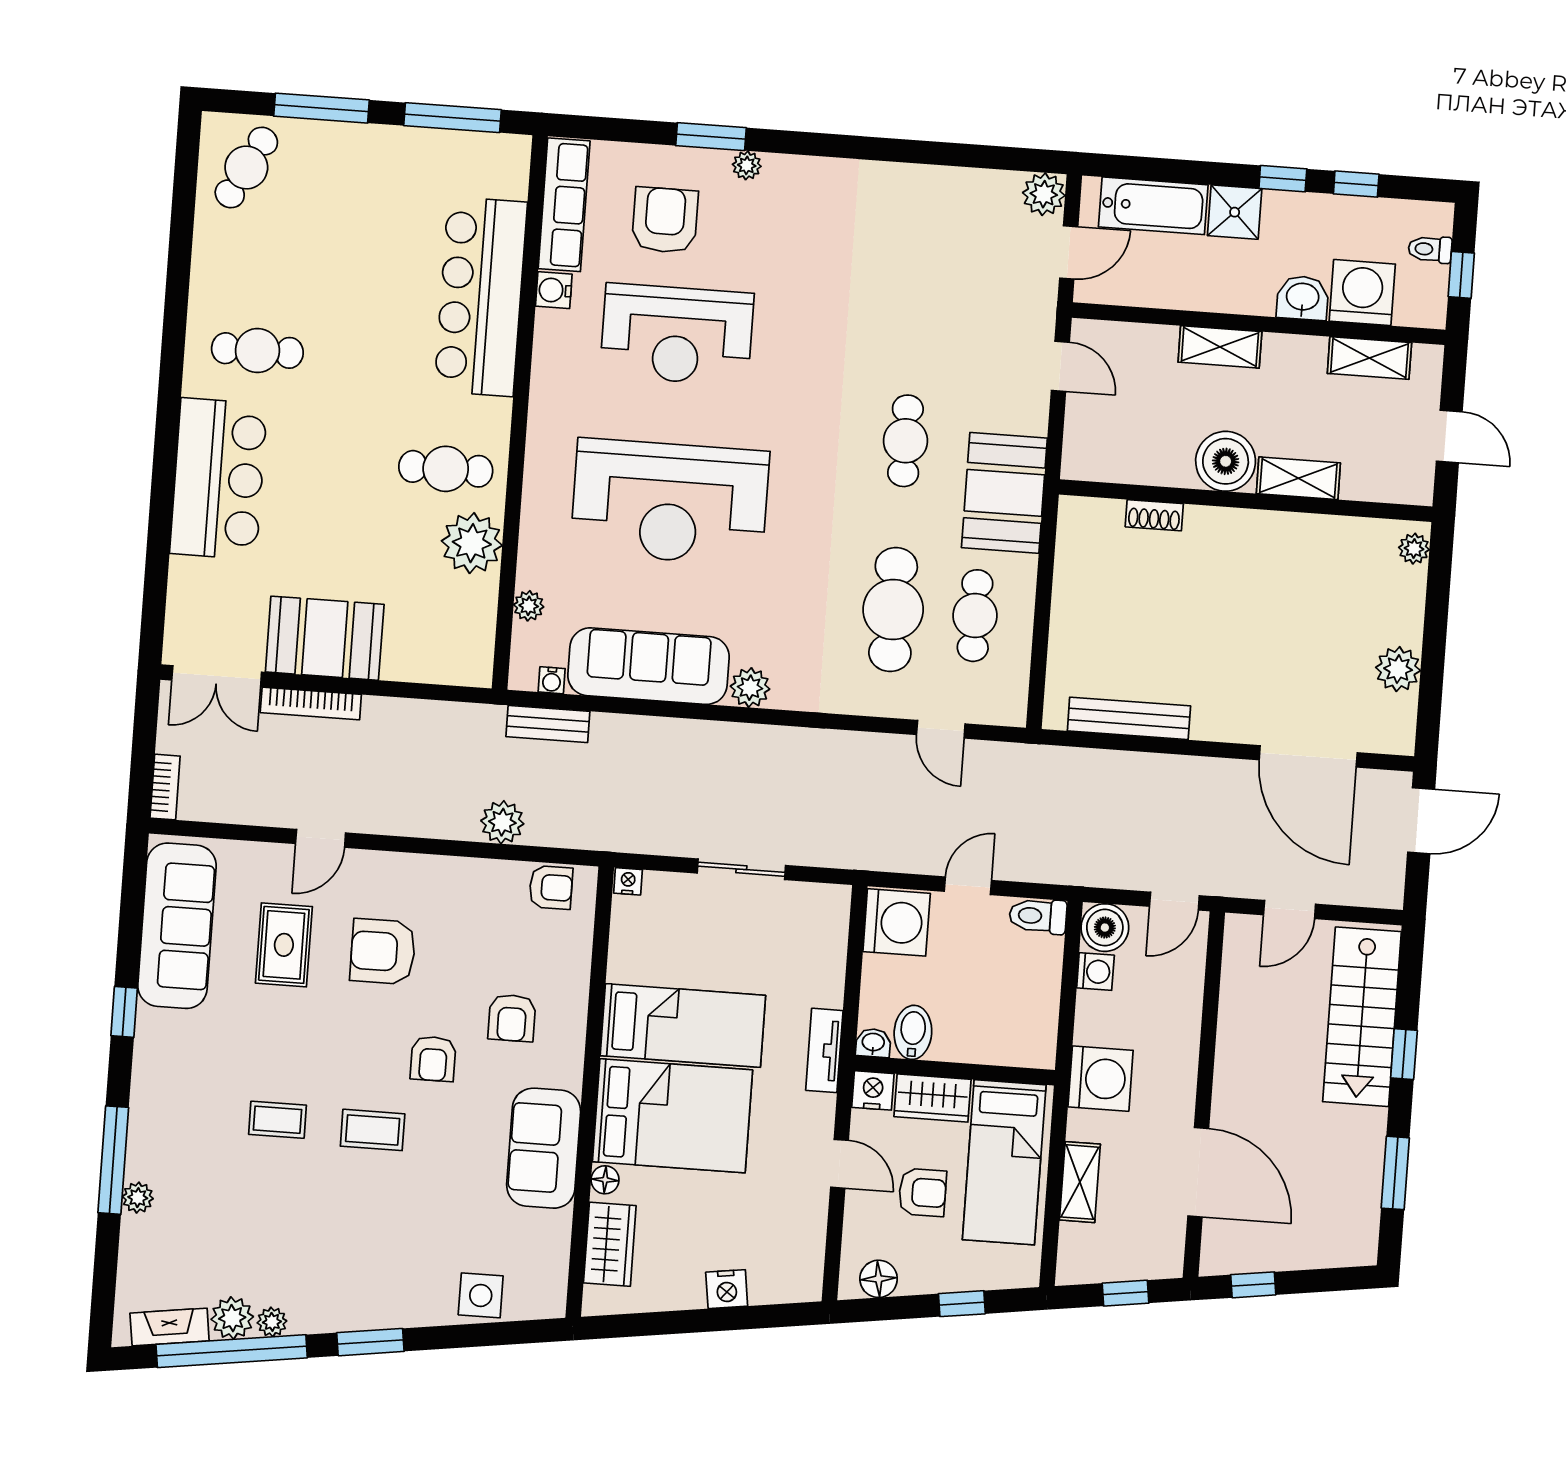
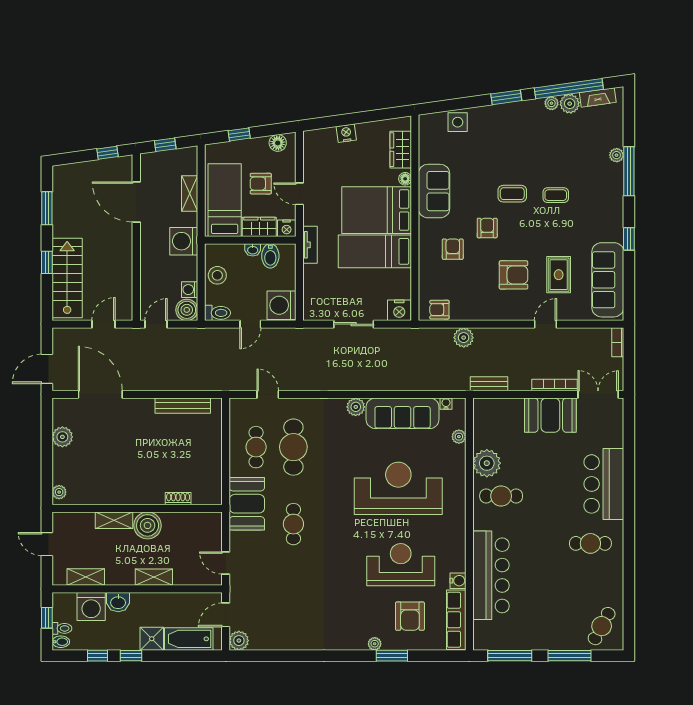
bidet: (1434, 220) -> (61, 642), added
bench: (548, 724) -> (489, 384), moved
nightstand: (628, 881) -> (399, 310), width x1.89, depth x1.79
stool: (1032, 998) -> (217, 275), added
washbasin: (873, 1043) -> (253, 250), moved

